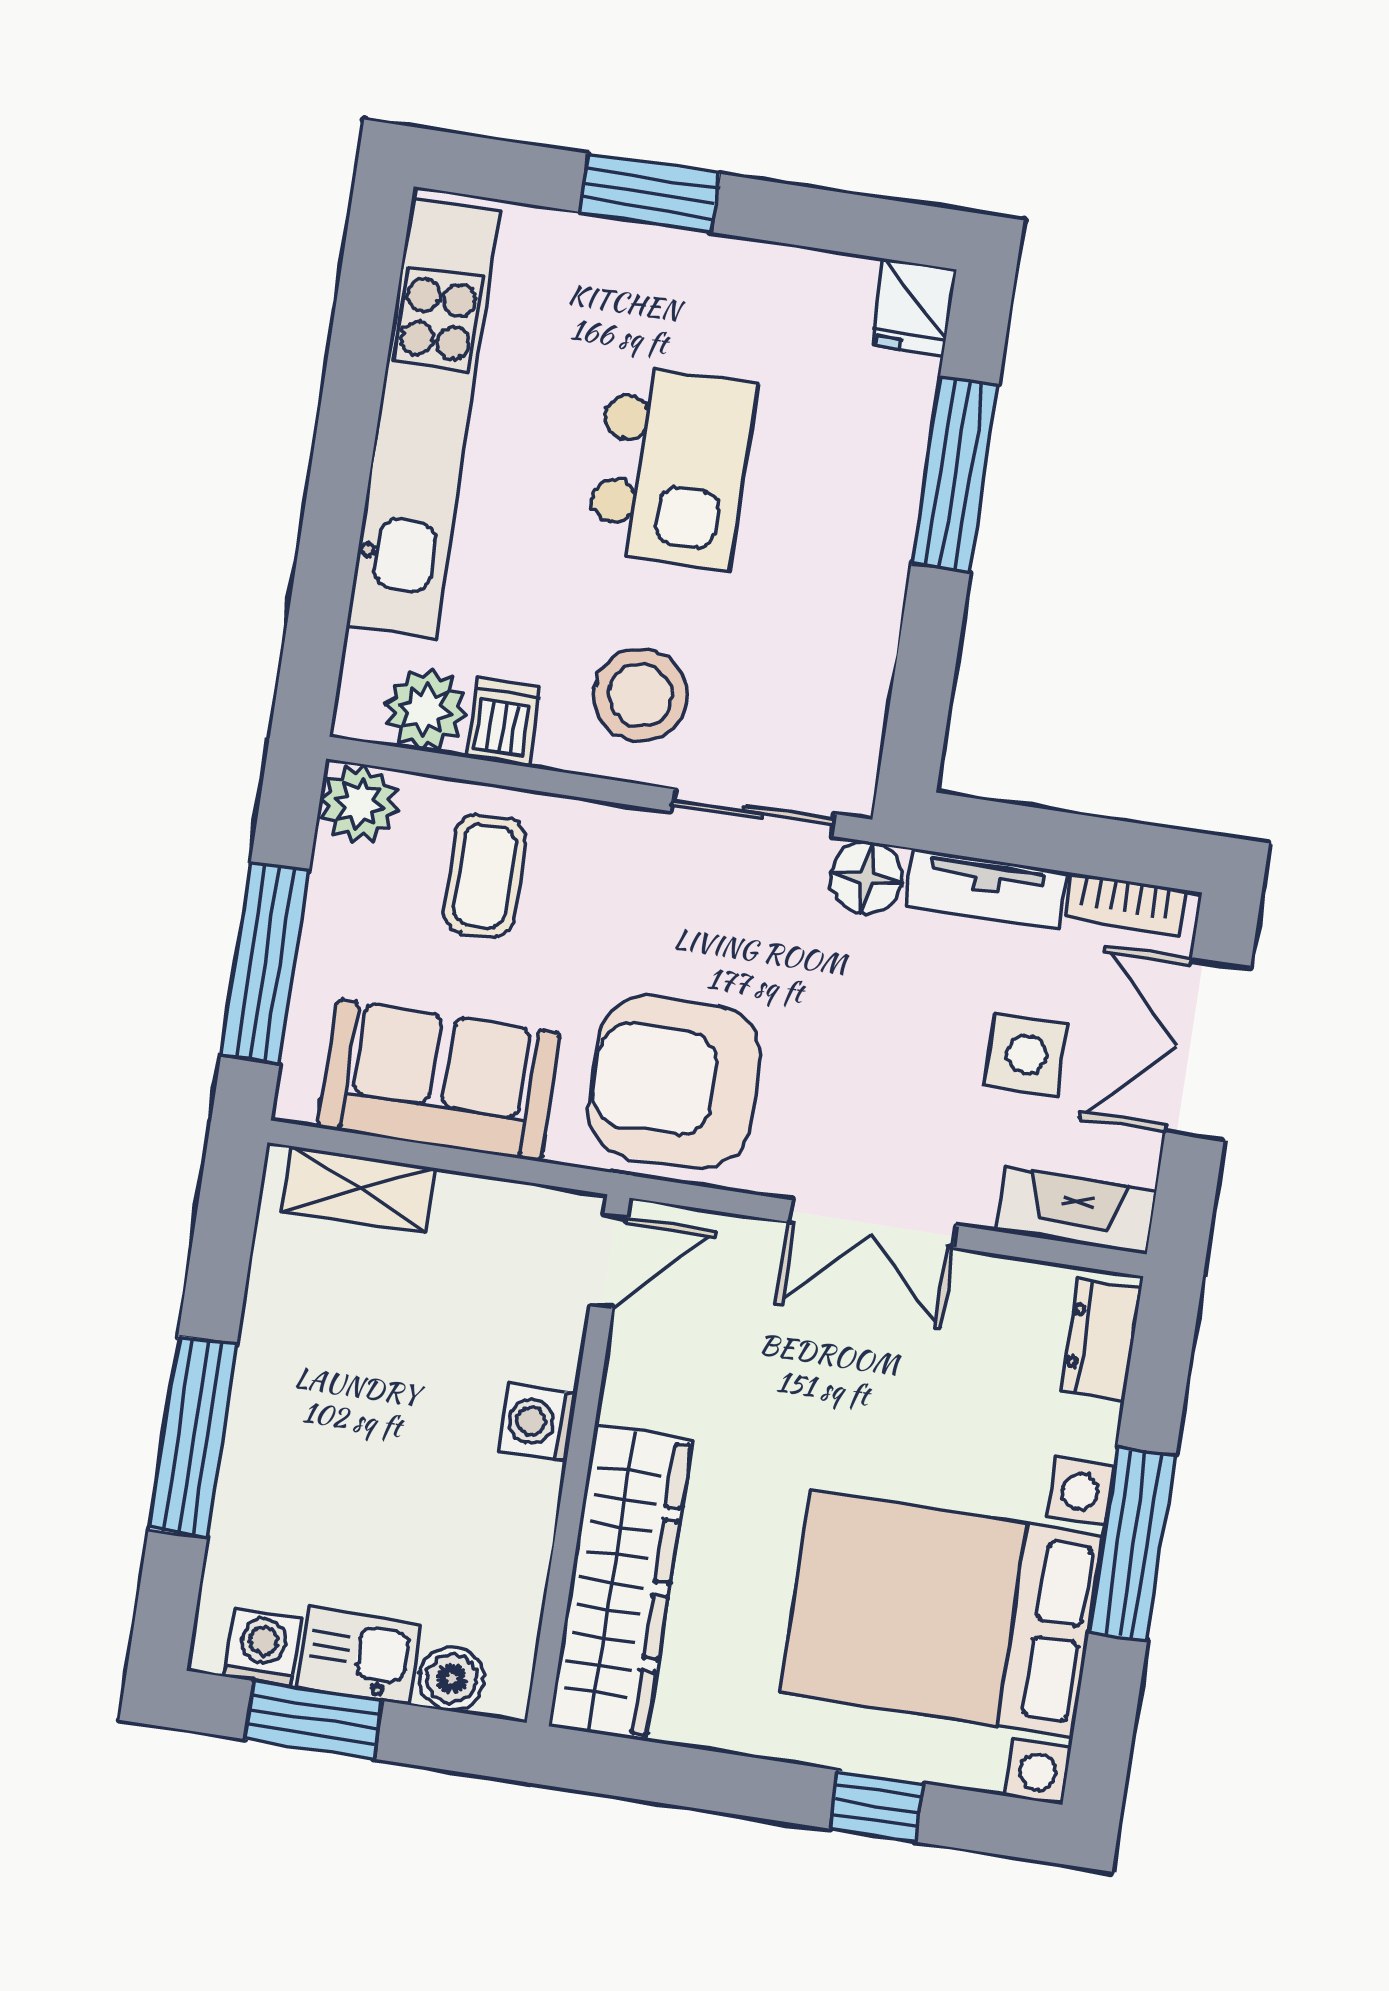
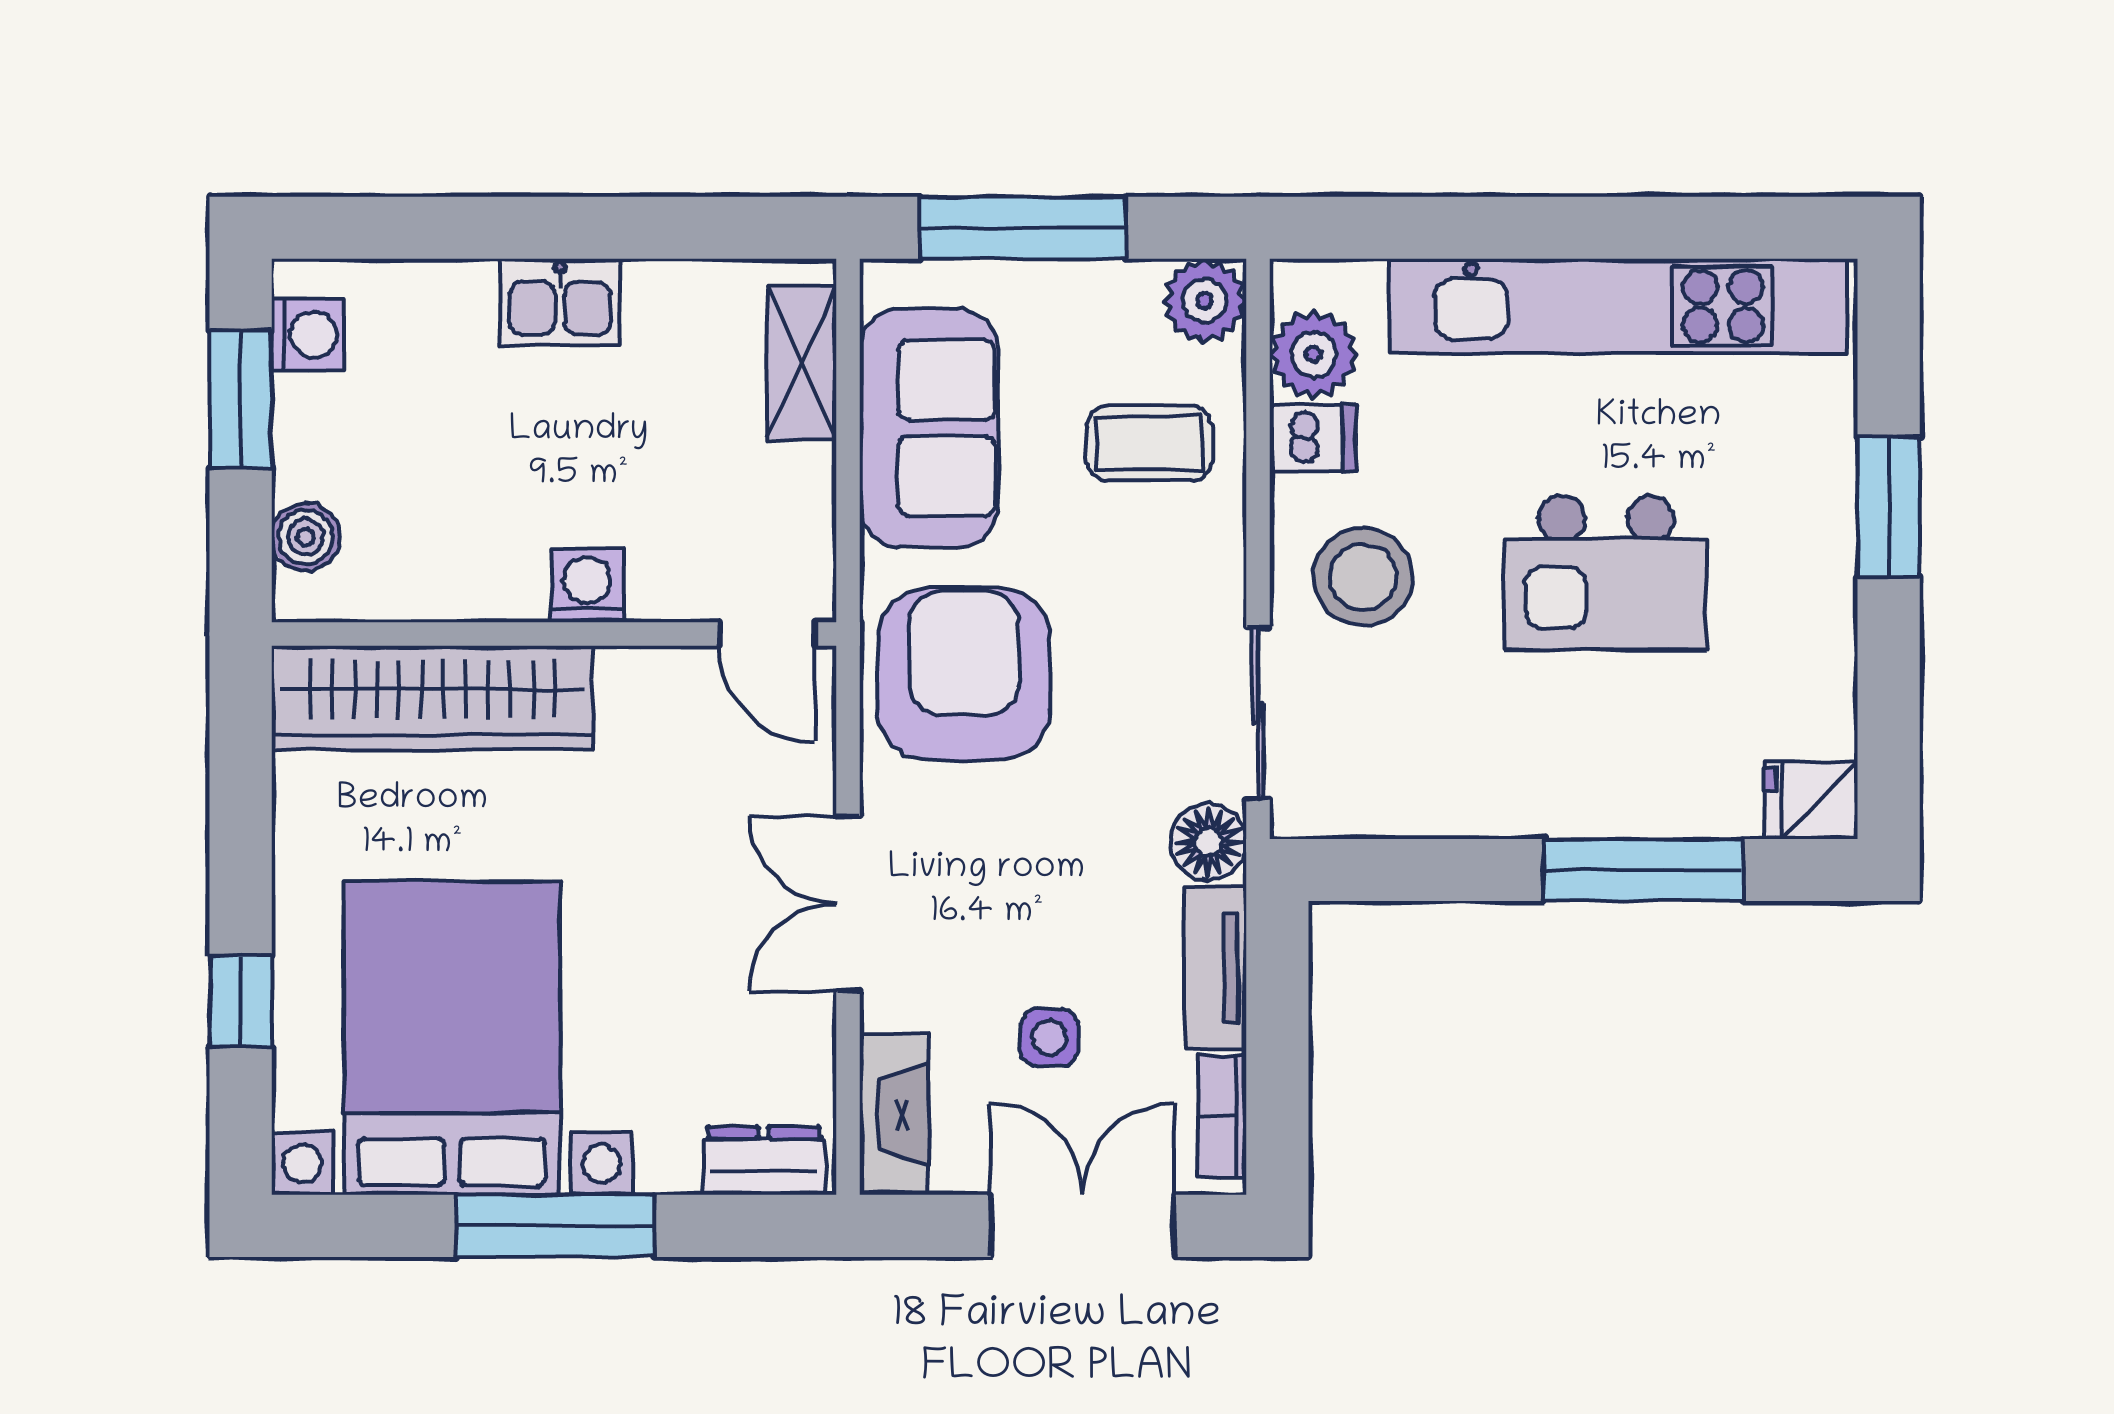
side table: (1027, 1055) -> (1049, 1038), width x0.73, depth x0.73
window: (193, 1437) -> (517, 228), removed
kitchen sink: (359, 1656) -> (560, 302), moved, turned 90

